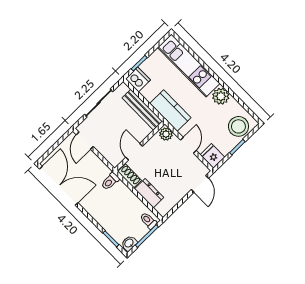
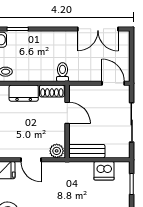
dishwasher: (138, 79) -> (104, 171), moved
bench: (142, 110) -> (87, 151), width x0.73
kitchen counter: (170, 111) -> (71, 172), removed
double door: (59, 186) -> (98, 29), width x0.73

